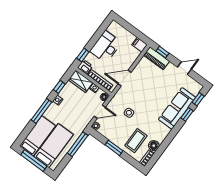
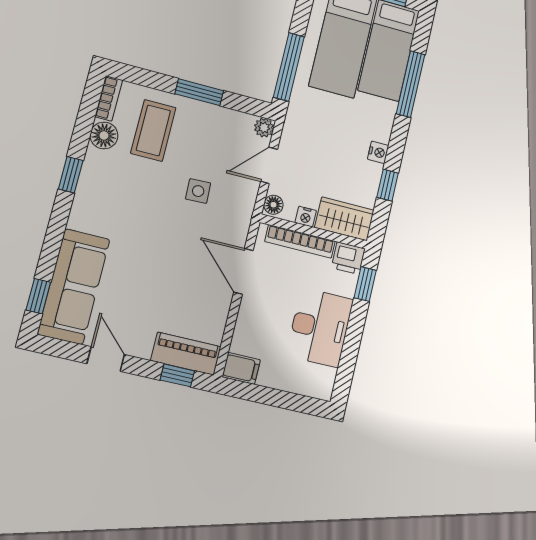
door: (184, 68) -> (106, 359), swing flipped
door: (125, 78) -> (243, 271), swing flipped
sofa: (177, 108) -> (74, 287), moved
window: (41, 111) -> (410, 84), moved
window: (187, 114) -> (71, 175), moved

